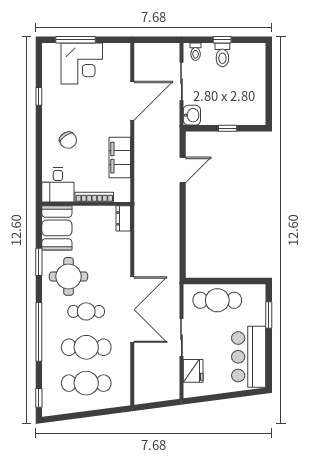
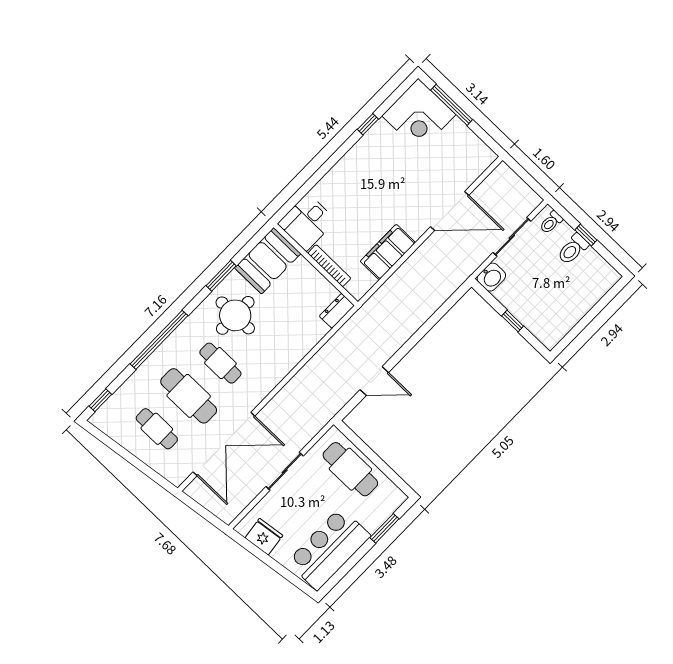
corner desk: (82, 64) -> (419, 115), moved
chair: (68, 140) -> (356, 190), removed
door: (183, 170) -> (374, 381), moved
double door: (132, 310) -> (224, 444), moved
fridge: (193, 371) -> (264, 537), moved, turned -97
cafe table: (86, 383) -> (157, 429), width x0.73, depth x0.74

